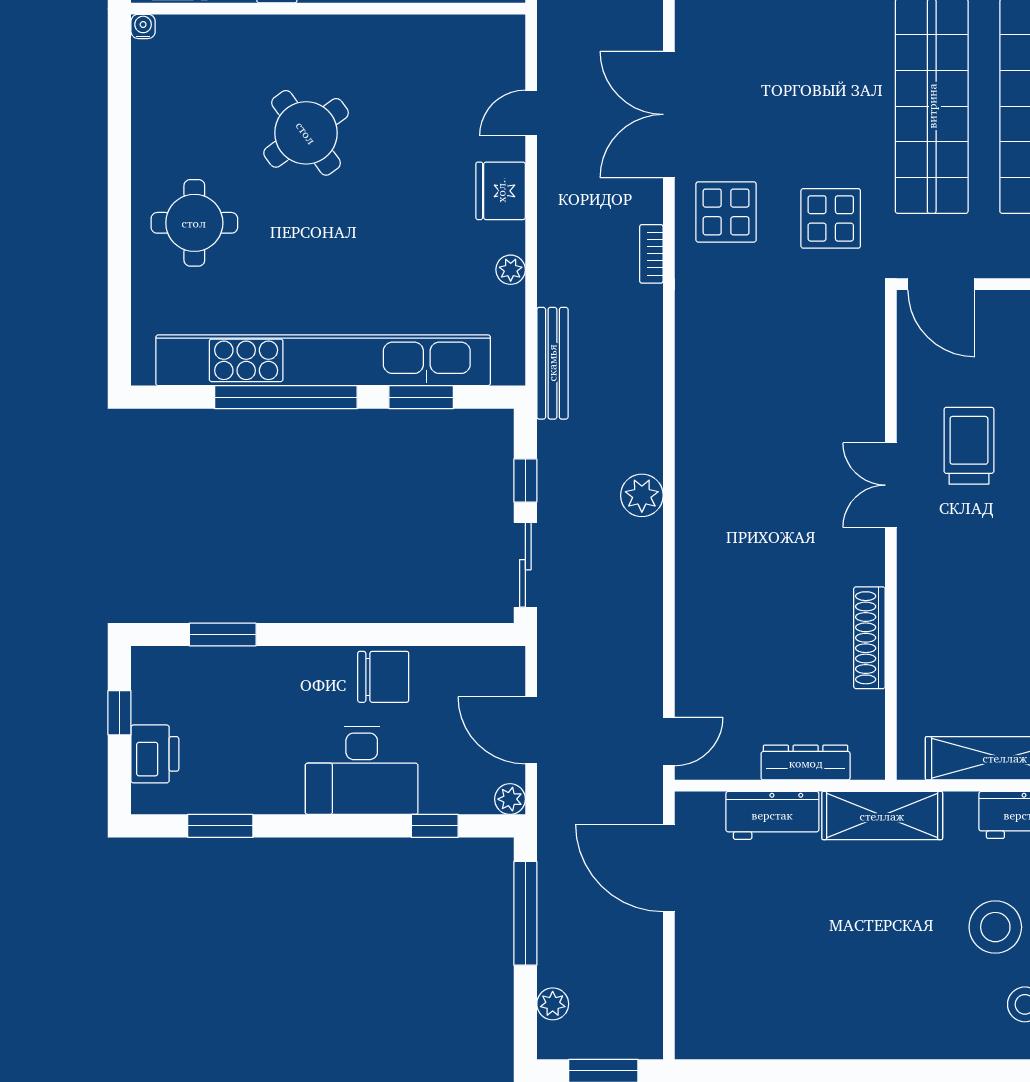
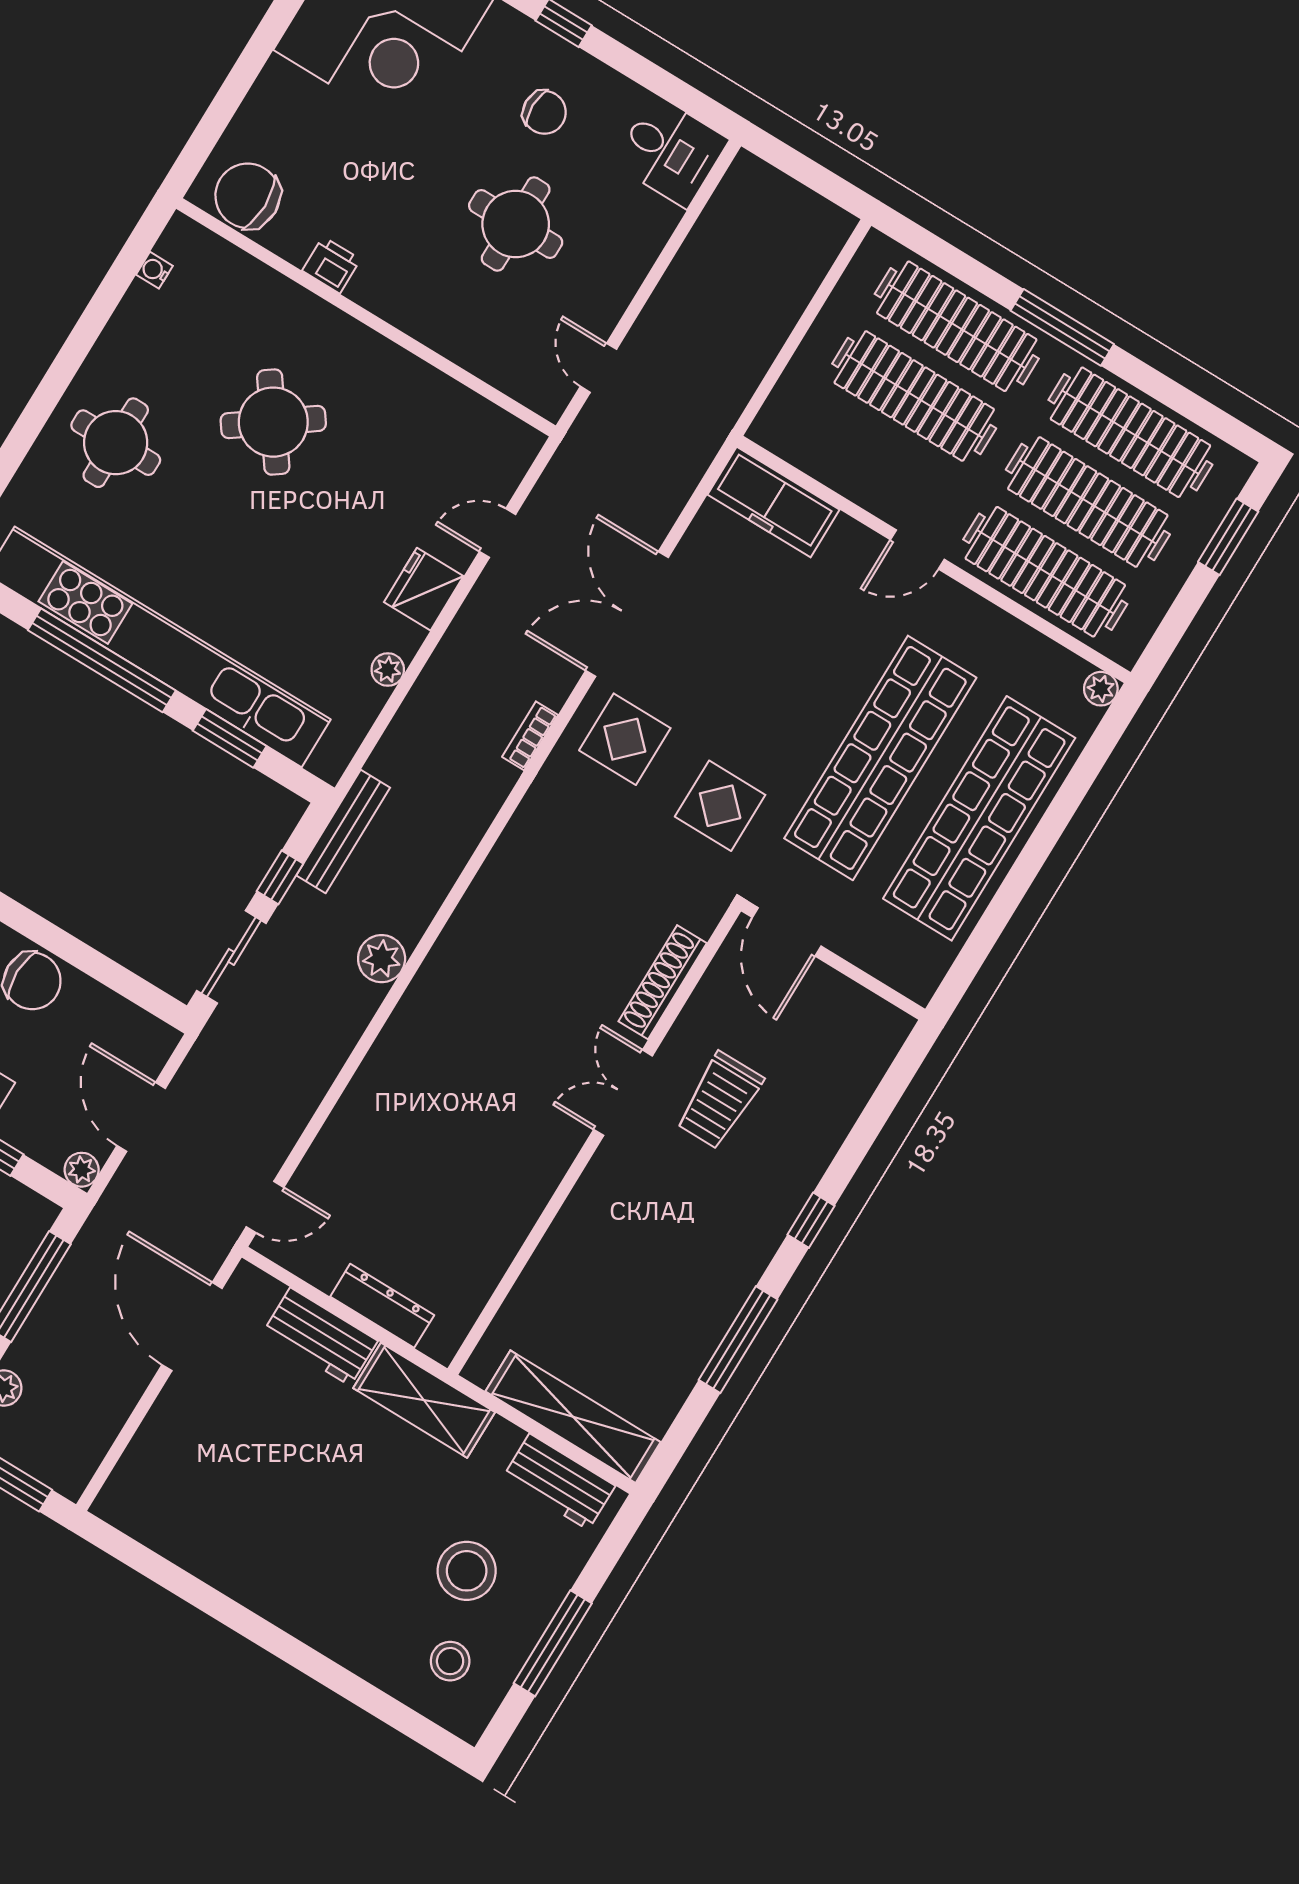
water cooler: (143, 26) -> (154, 270), moved, turned -90
bench: (552, 363) -> (343, 831), moved
trolley: (969, 446) -> (720, 1100), turned 180
shoe rack: (869, 638) -> (663, 982), moved

